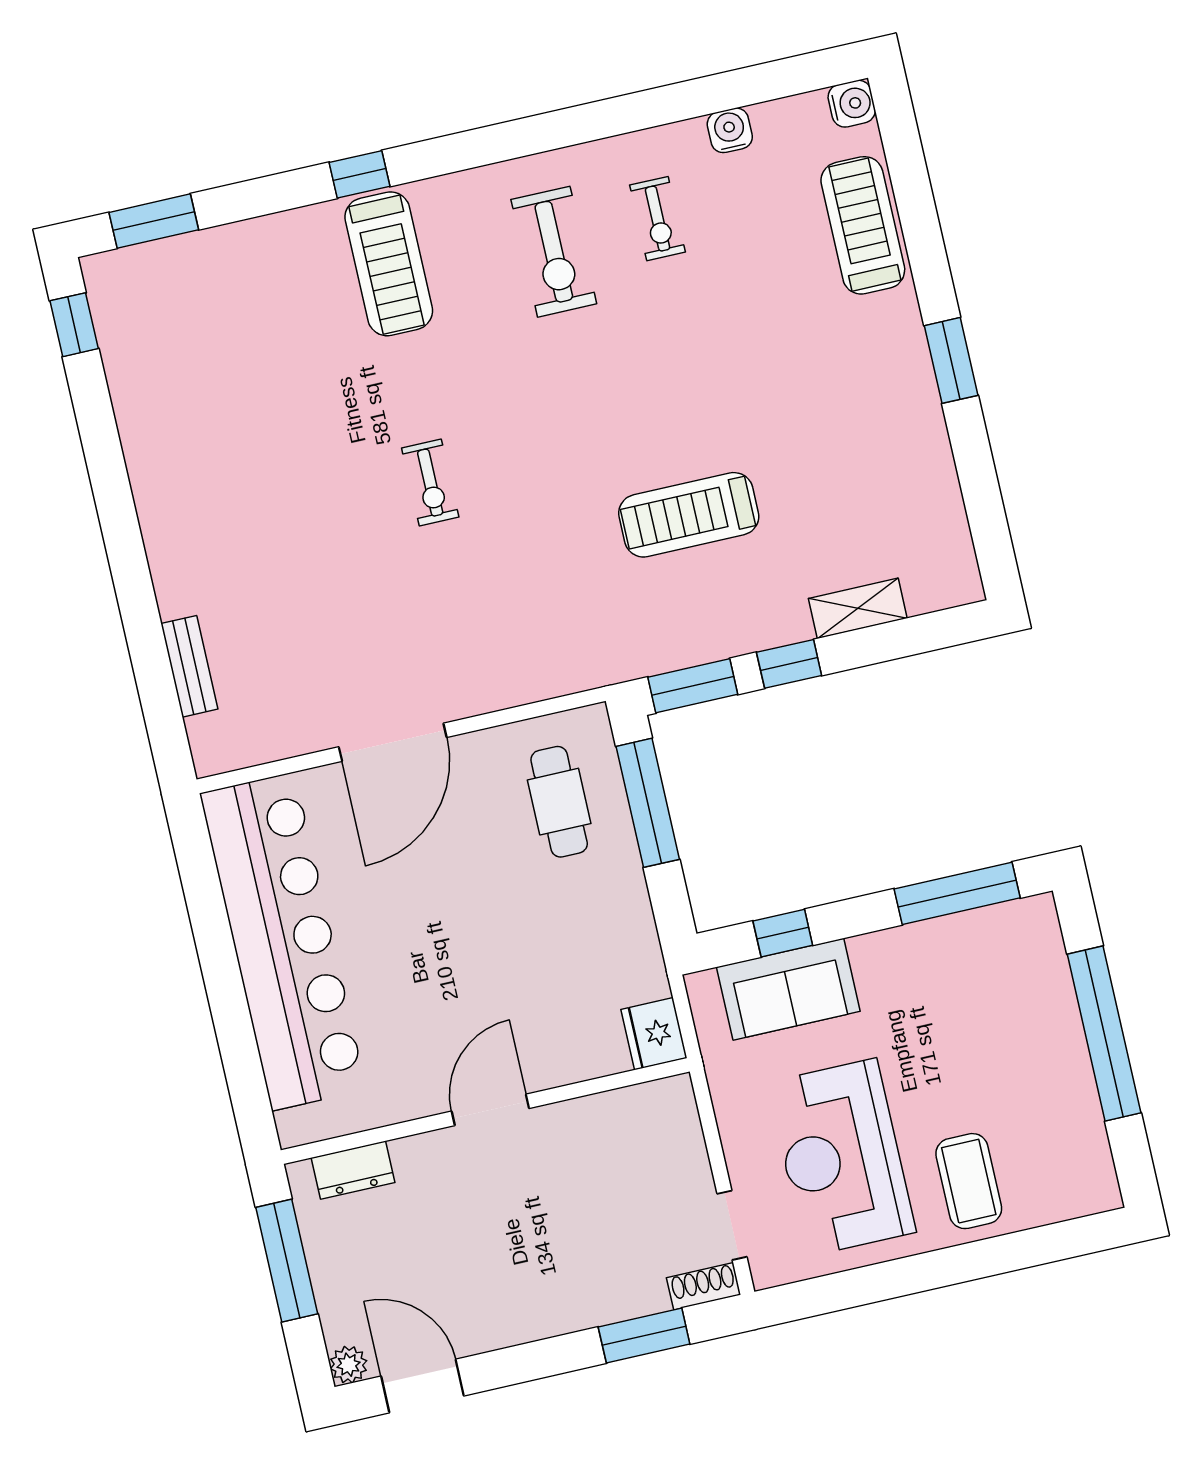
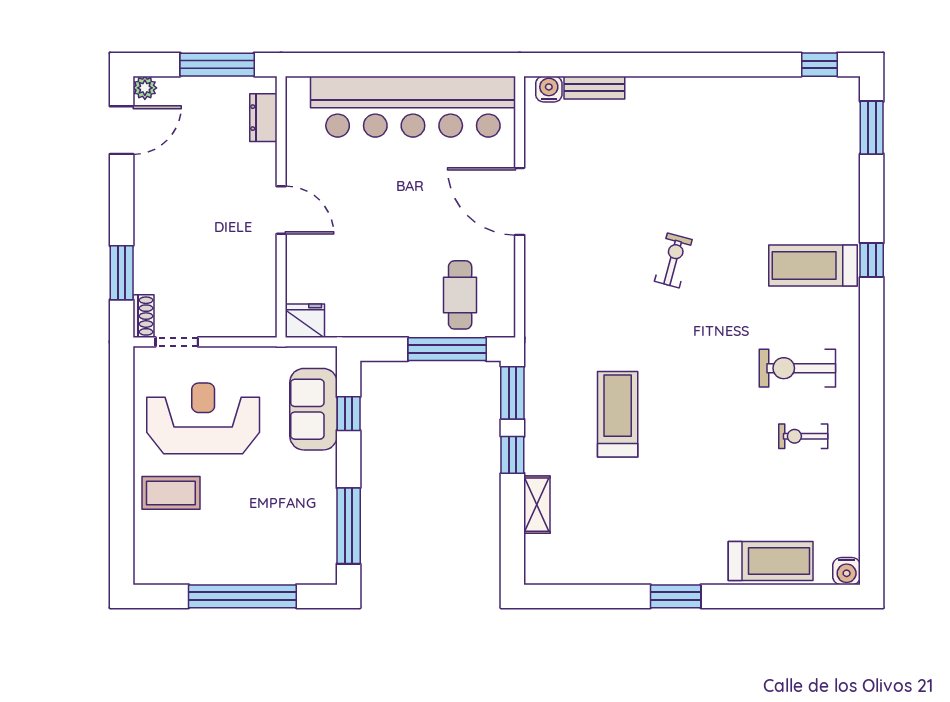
water cooler: (730, 130) -> (549, 89), moved, turned -90
exercise bike: (430, 483) -> (673, 260), turned 105
cafe table: (559, 802) -> (460, 295), turned 90

